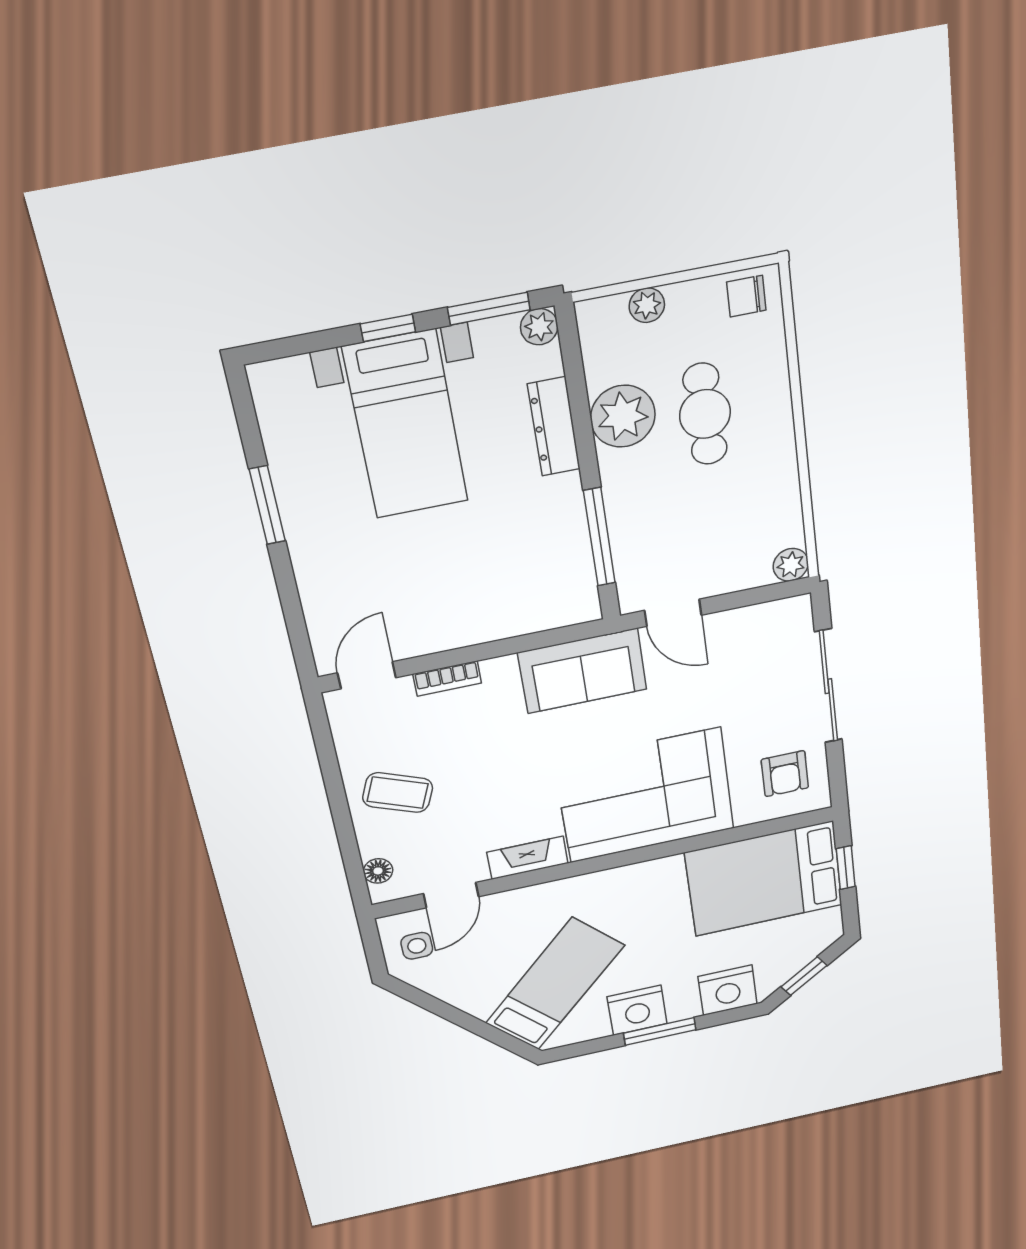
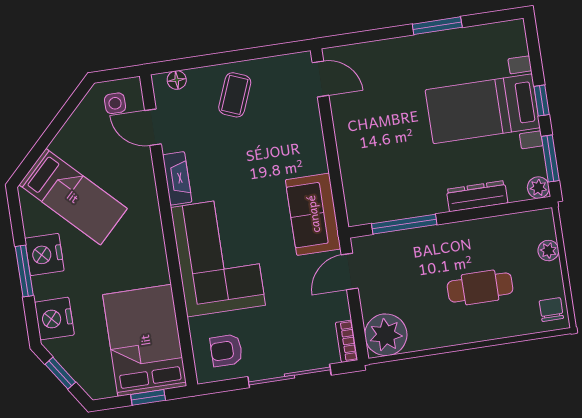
plant: (623, 416) -> (481, 238), removed
plant: (791, 565) -> (386, 335), width x1.88, depth x1.88
bookcase: (447, 678) -> (347, 341), moved

